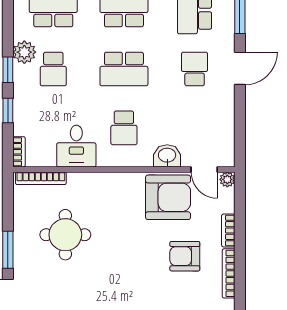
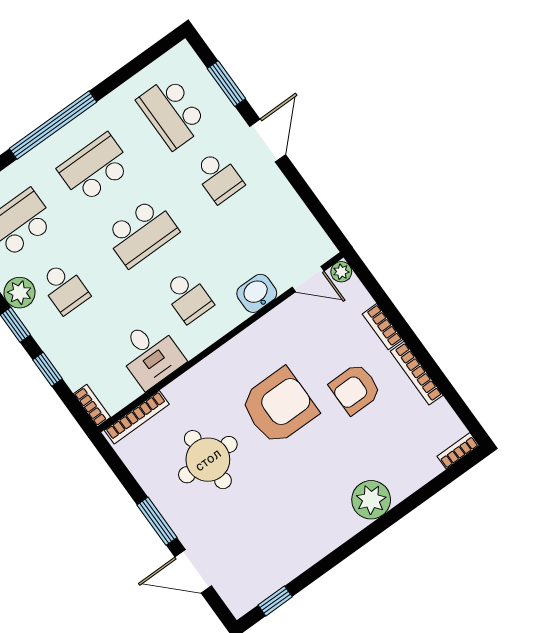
school desk: (195, 69) -> (218, 177), turned 180
armchair: (168, 197) -> (279, 406), moved

